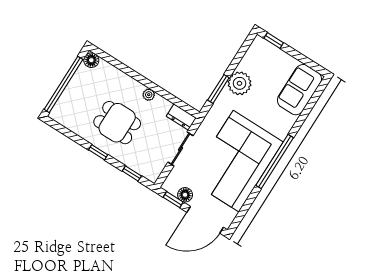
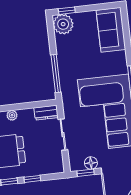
plant: (240, 83) -> (63, 24), moved
window: (218, 89) -> (56, 74), width x1.44
window: (132, 173) -> (32, 179), moved

